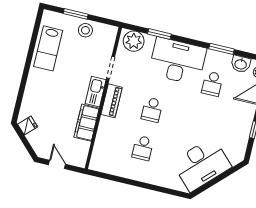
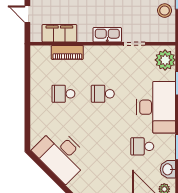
piano: (112, 101) -> (67, 52), moved
filing cabinet: (87, 123) -> (59, 33), moved
door: (57, 164) -> (27, 14), swing flipped

